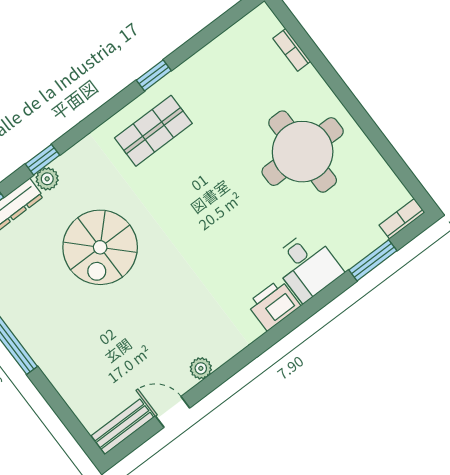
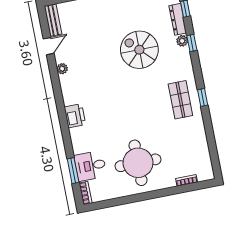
window: (154, 75) -> (203, 97), moved
desk: (307, 266) -> (90, 166), moved

